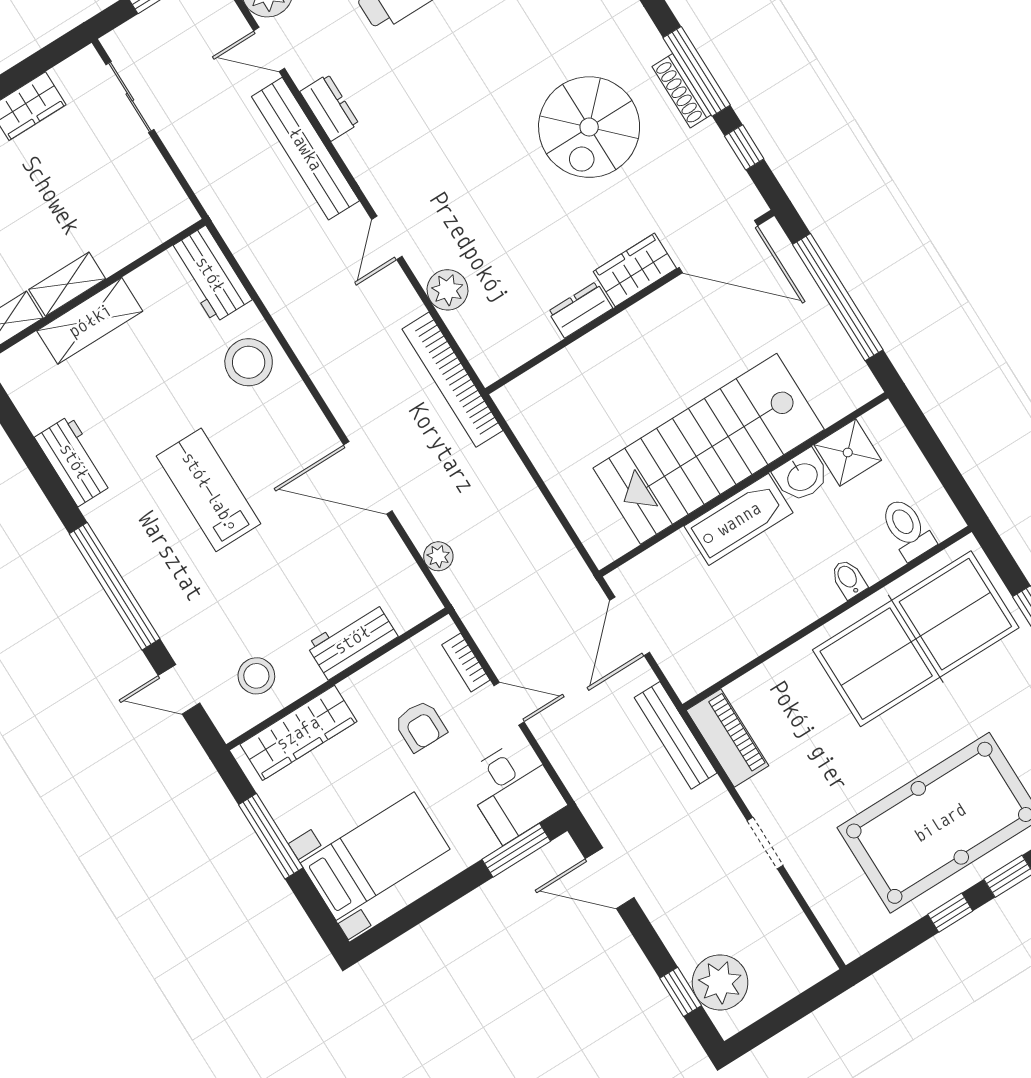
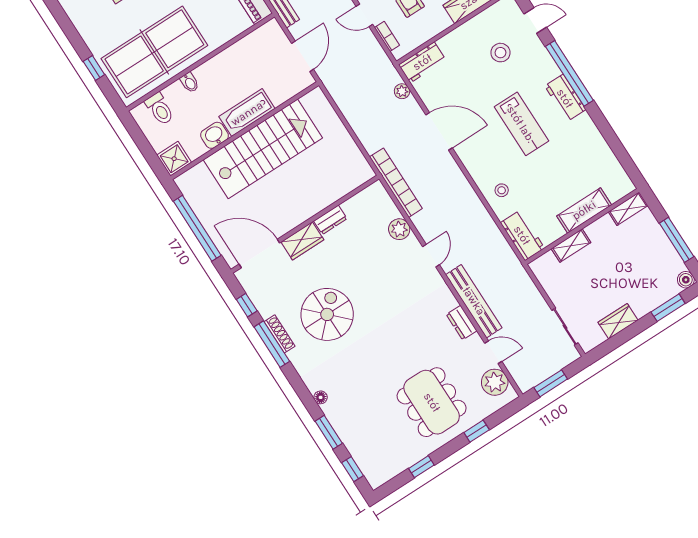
shelving: (67, 284) -> (571, 246), moved
stool: (249, 362) -> (502, 190), width x0.53, depth x0.53
shower: (848, 452) -> (174, 159), moved
workbench: (74, 461) -> (565, 98), moved
workbench: (352, 640) -> (422, 62), moved
stool: (256, 676) -> (500, 53), moved

